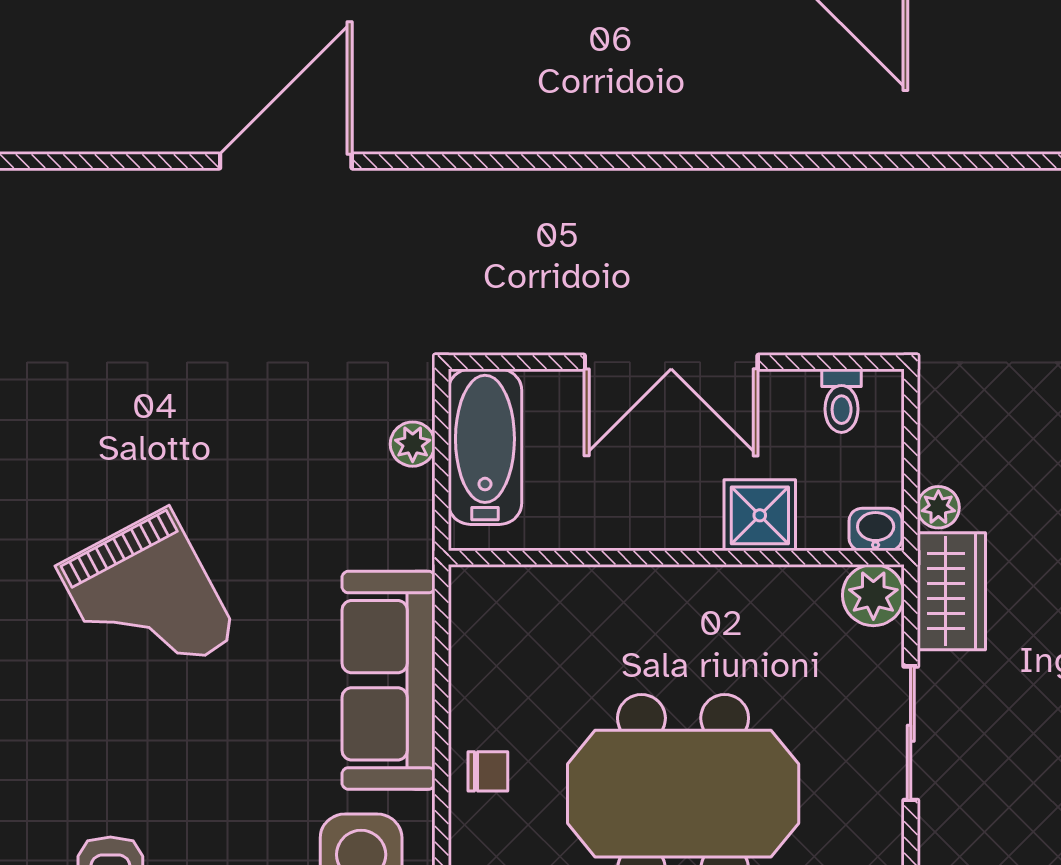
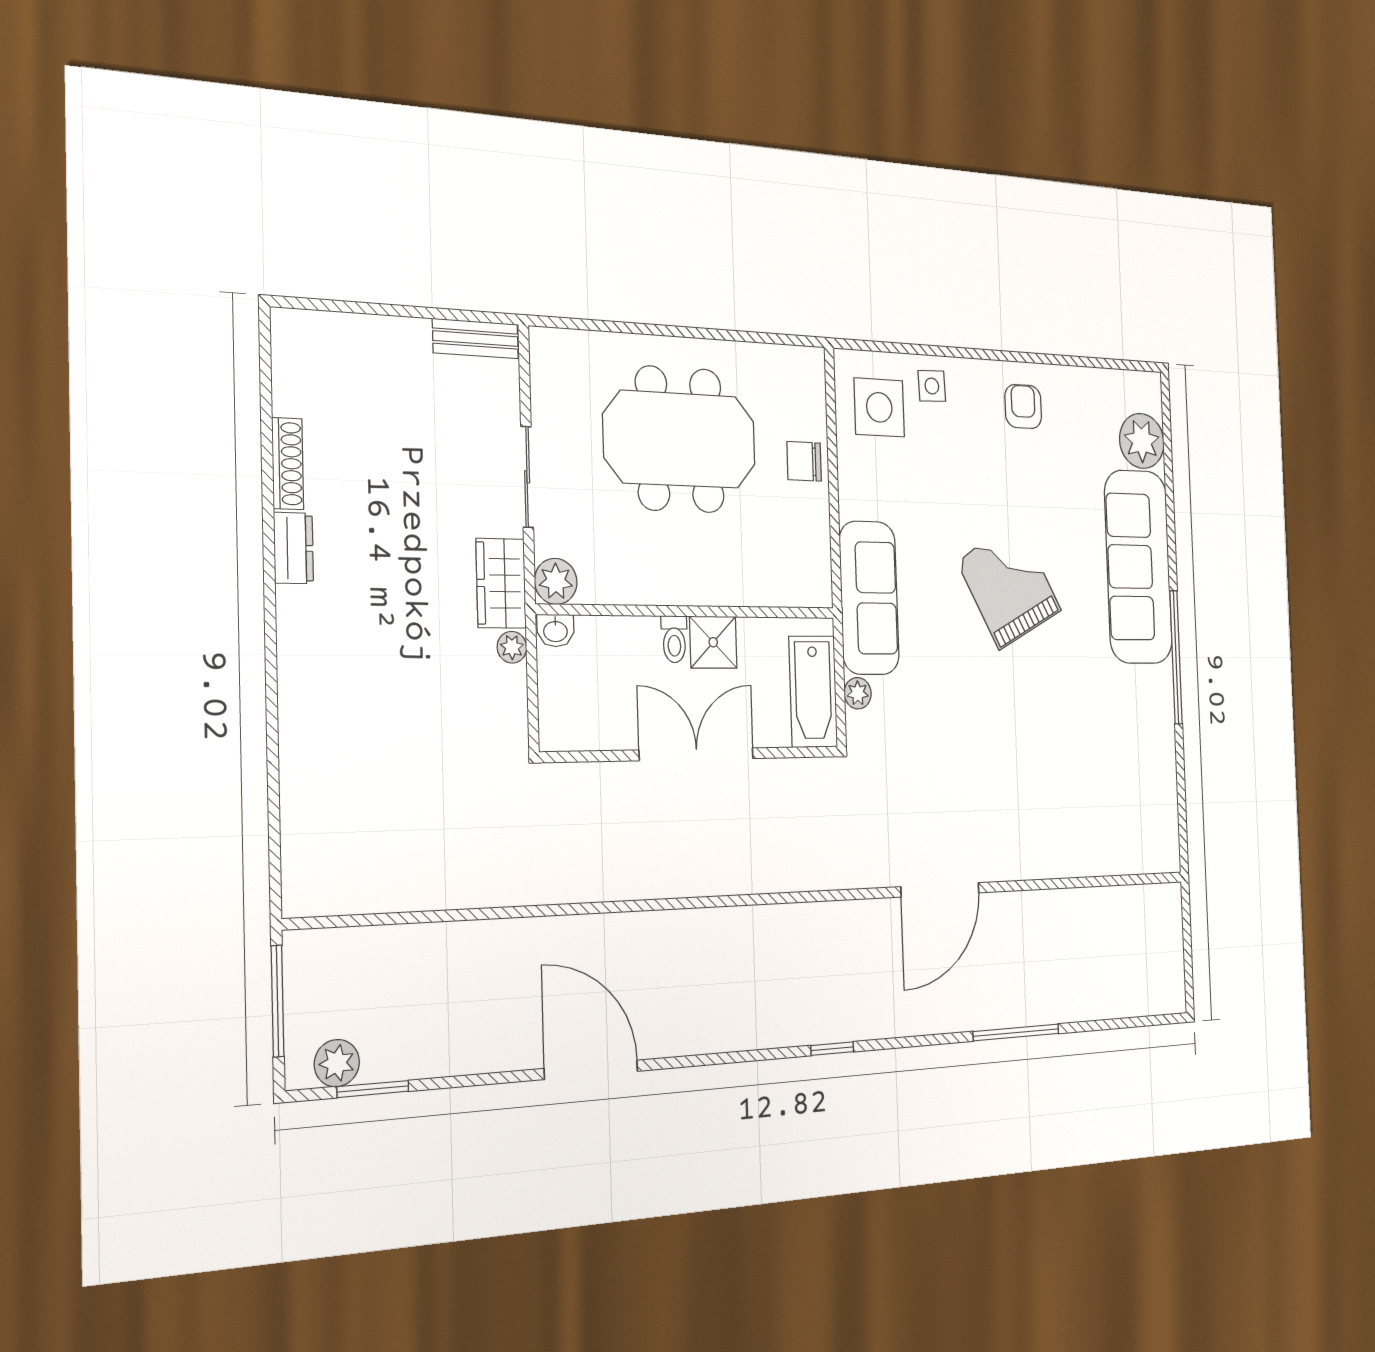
toilet: (842, 401) -> (674, 639), moved, turned 180
shower: (760, 515) -> (713, 642), moved
sofa: (389, 680) -> (869, 598), moved
chair: (488, 771) -> (804, 461), width x1.37, depth x1.37

